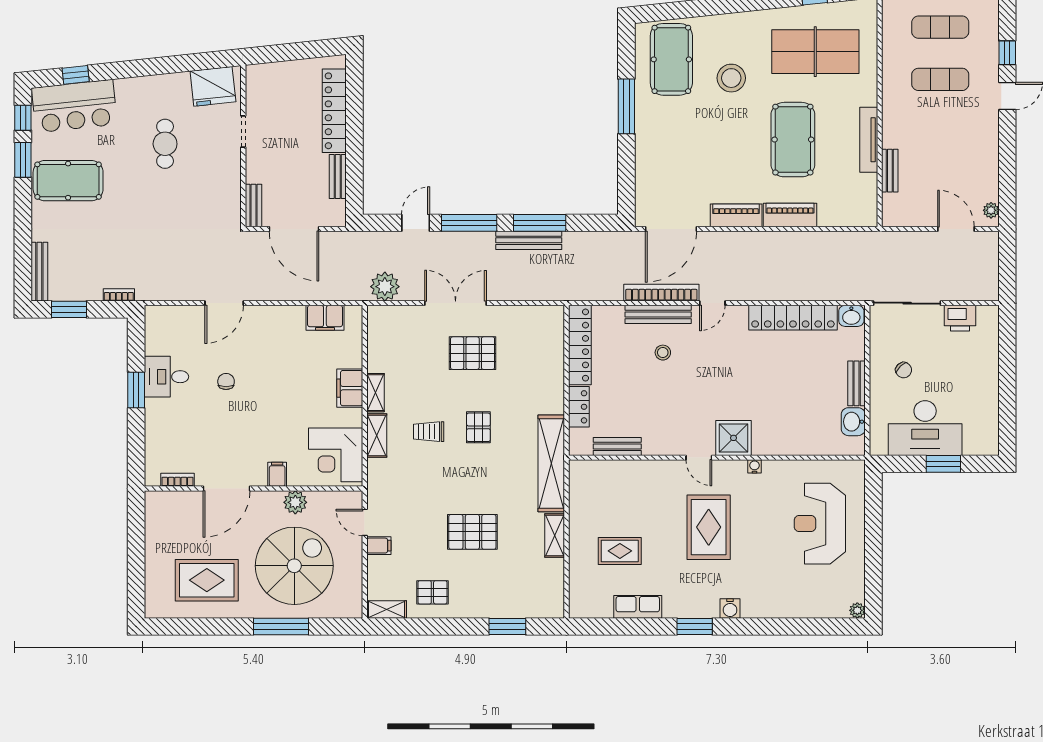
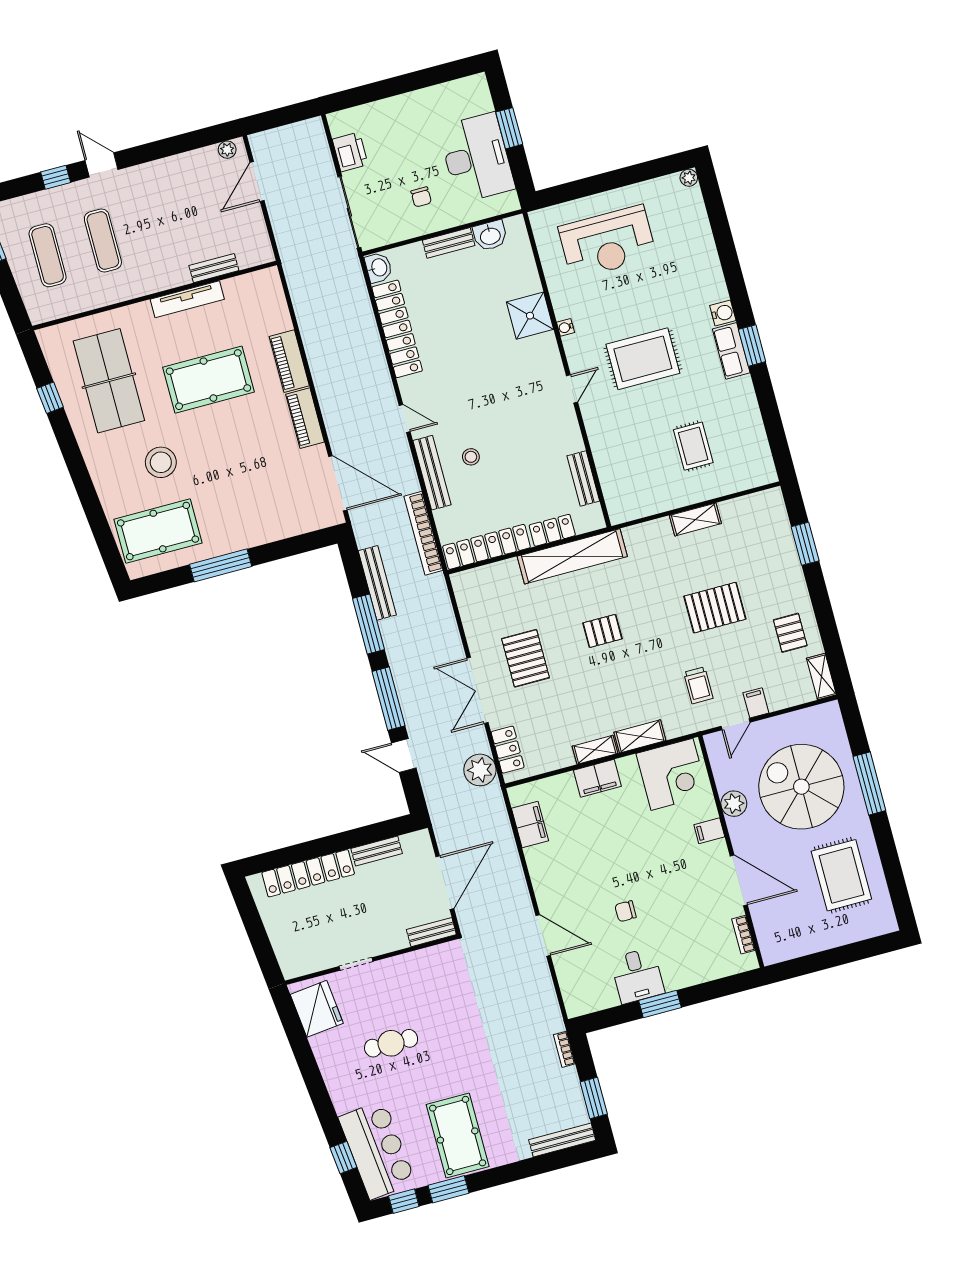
bench: (529, 240) -> (377, 583), moved
bookcase: (661, 293) -> (423, 533), moved
locker: (396, 316) -> (508, 750), added
chair: (904, 370) -> (421, 197), turned 134
trolley: (429, 432) -> (698, 685), moved
shower: (734, 438) -> (530, 316), moved
shelving: (551, 463) -> (572, 556), moved
pallet: (472, 532) -> (715, 608), turned 90
row of seats: (638, 607) -> (731, 351), moved

